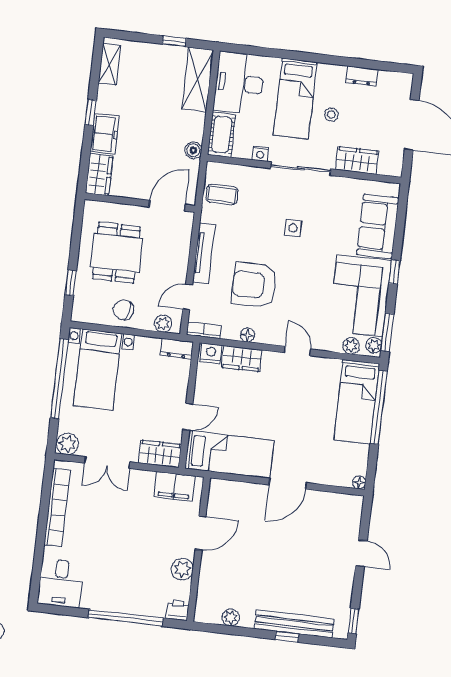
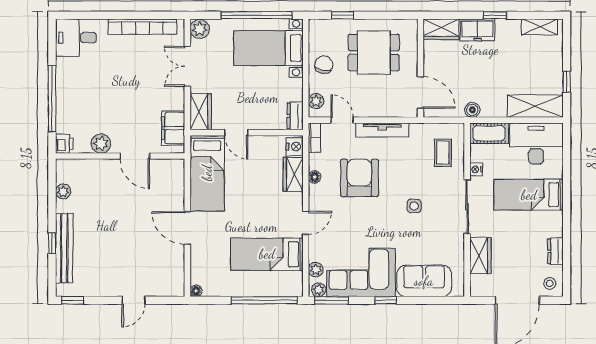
stool: (331, 115) -> (550, 283), moved
coffee table: (222, 195) -> (443, 153), moved
bed: (357, 402) -> (267, 254), moved

